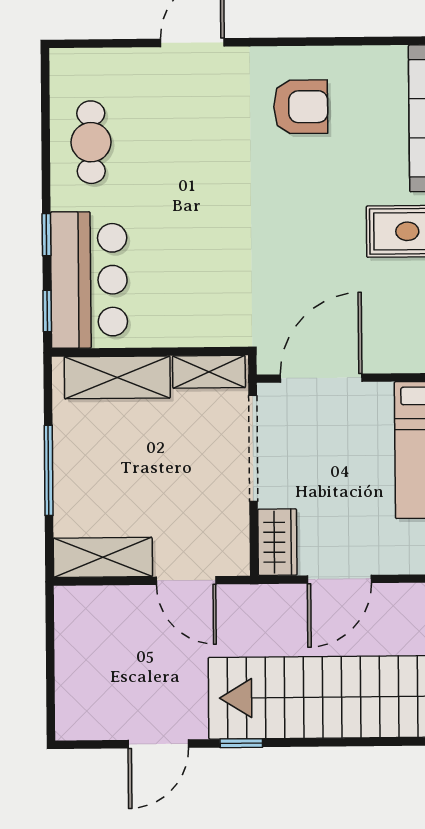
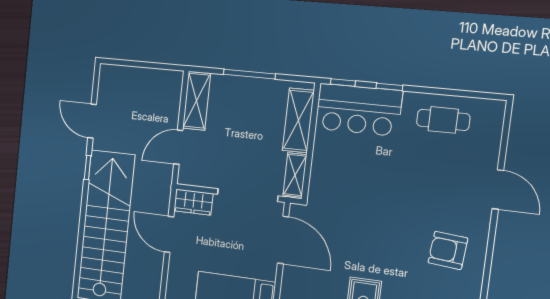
armchair: (301, 107) -> (448, 250), turned 95

